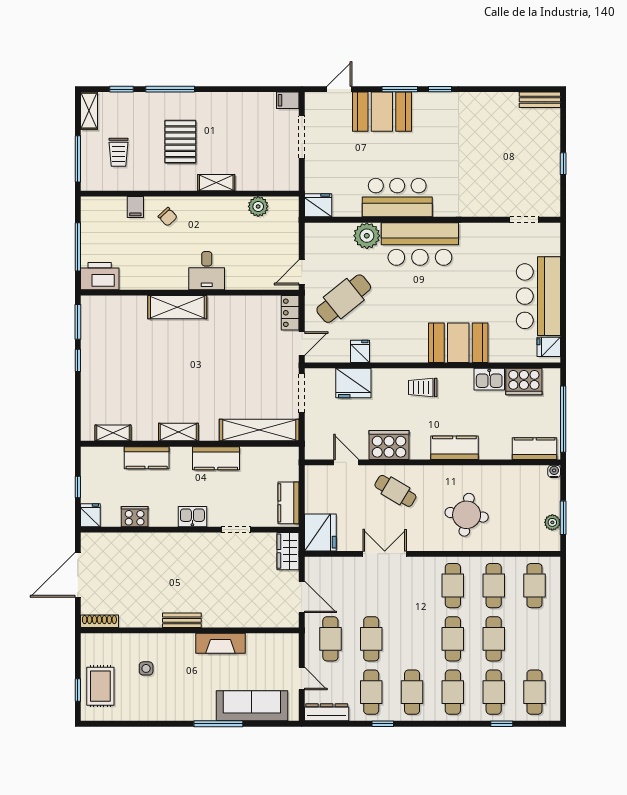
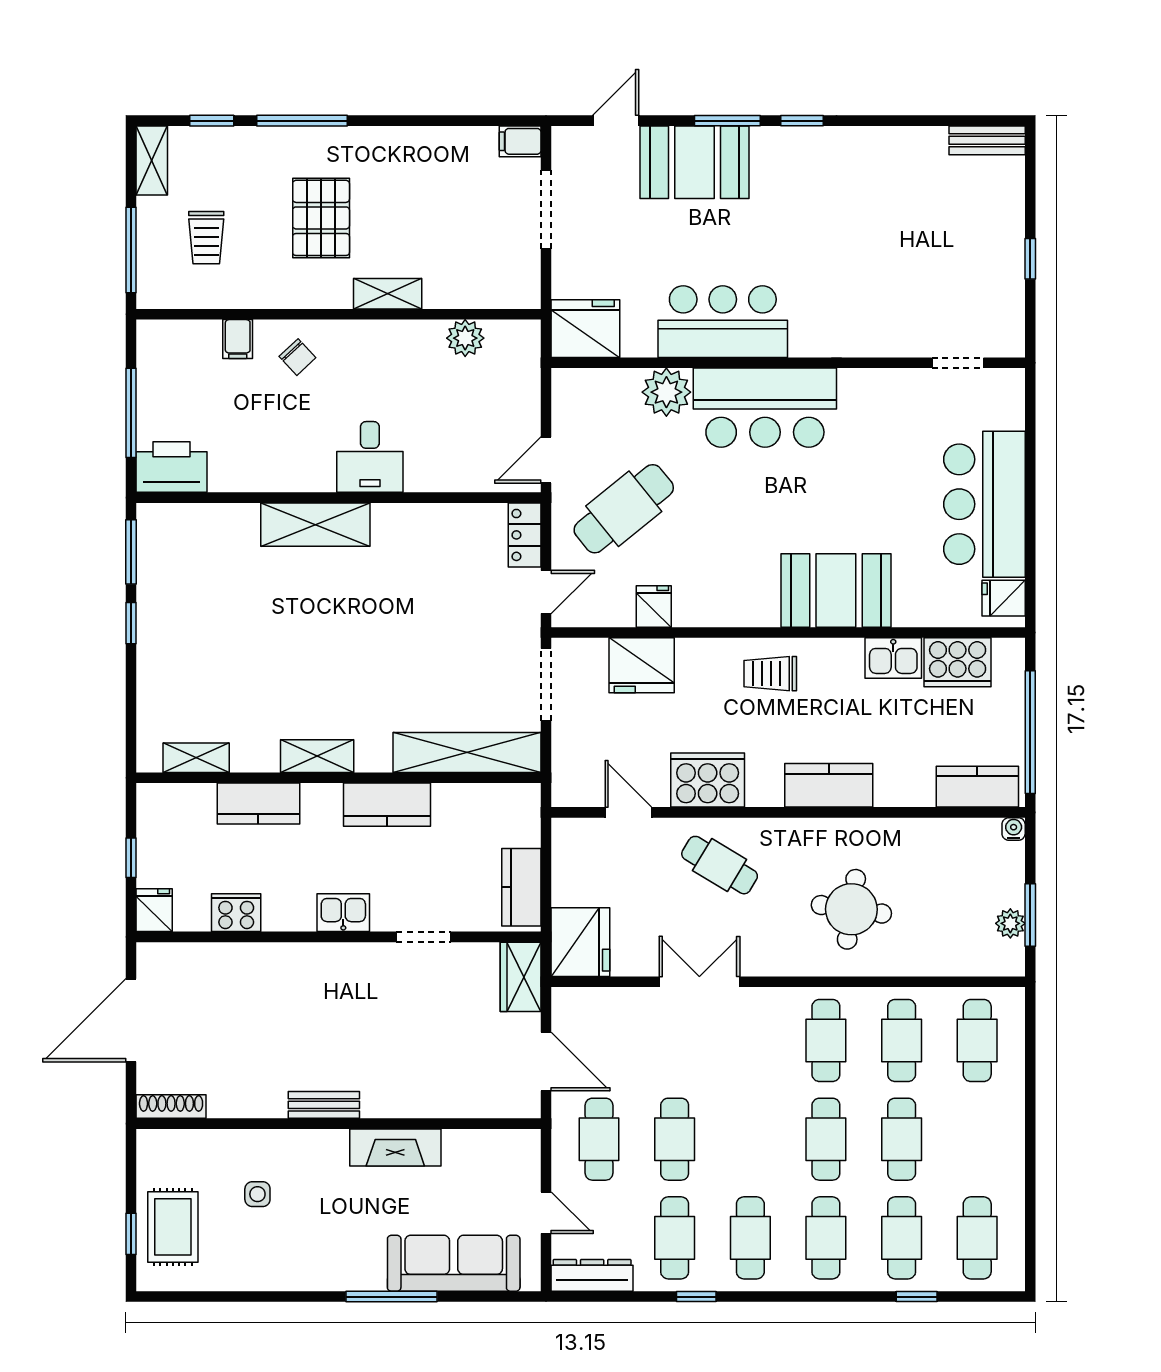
fridge: (318, 205) -> (585, 329), width x1.36, depth x1.34

